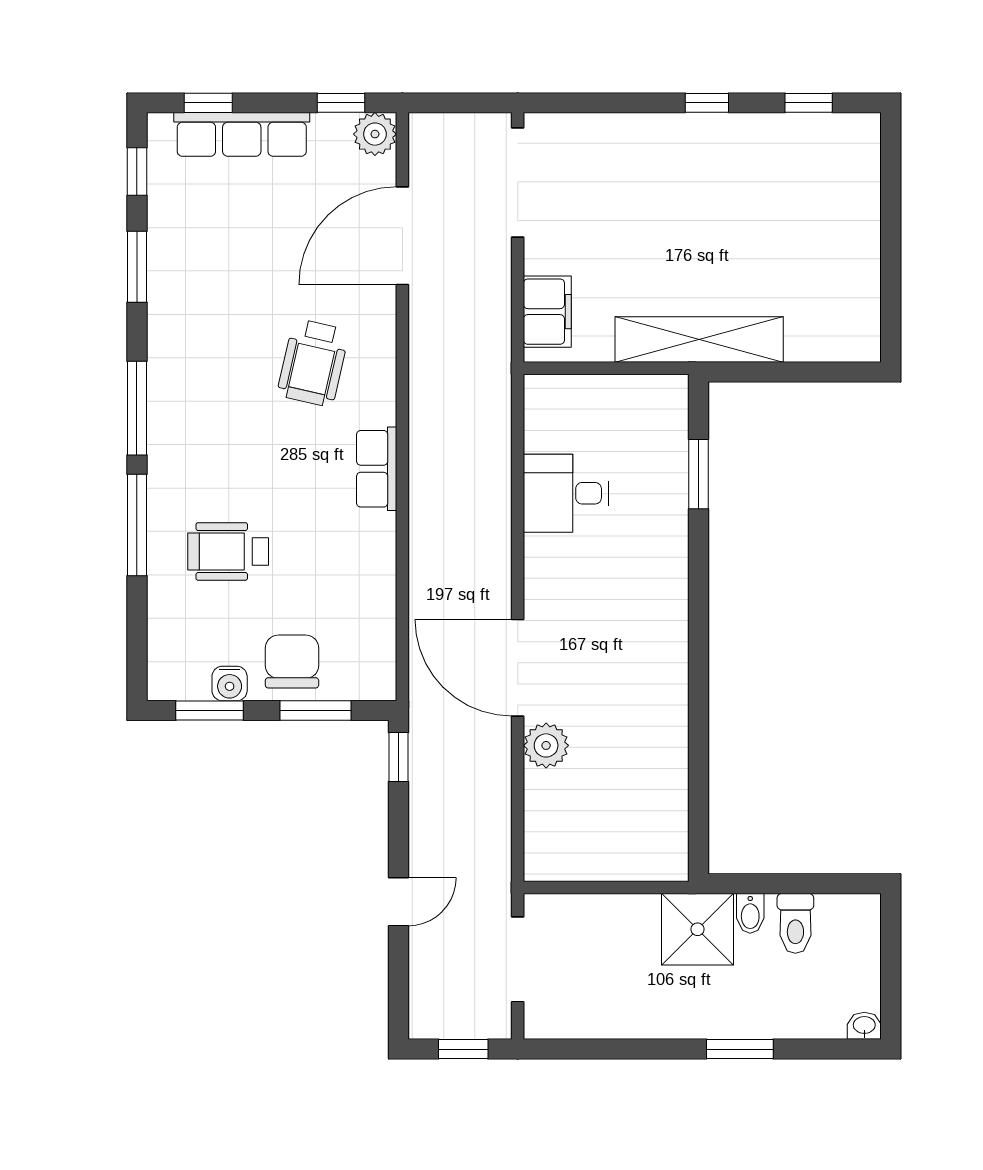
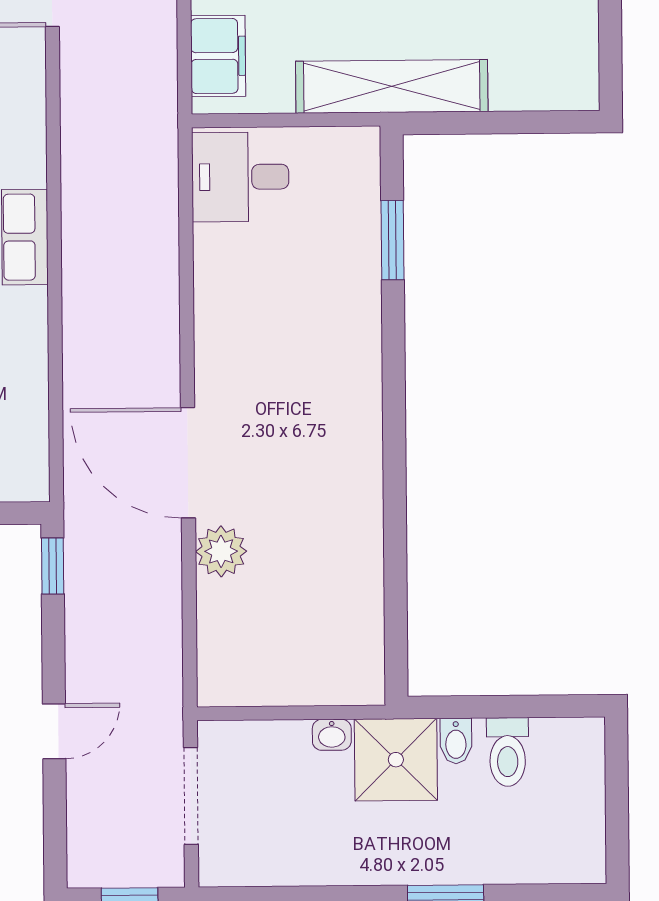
desk: (566, 493) -> (240, 177), moved
washbasin: (864, 1026) -> (332, 735), moved, turned 180

